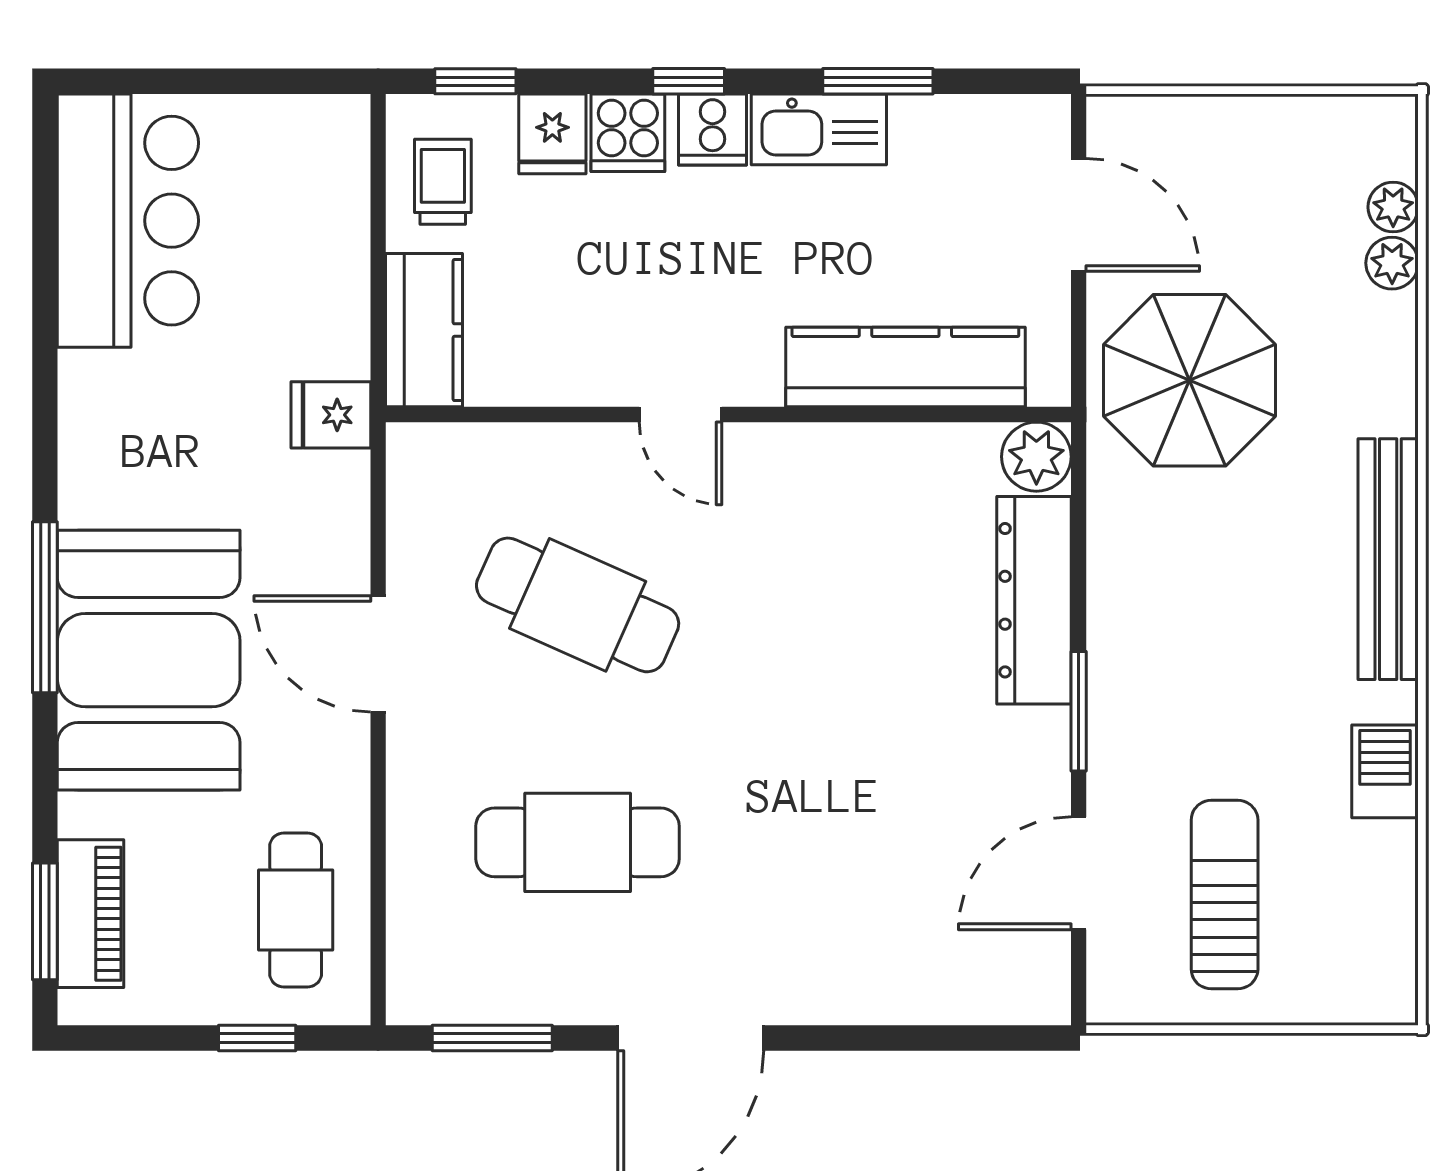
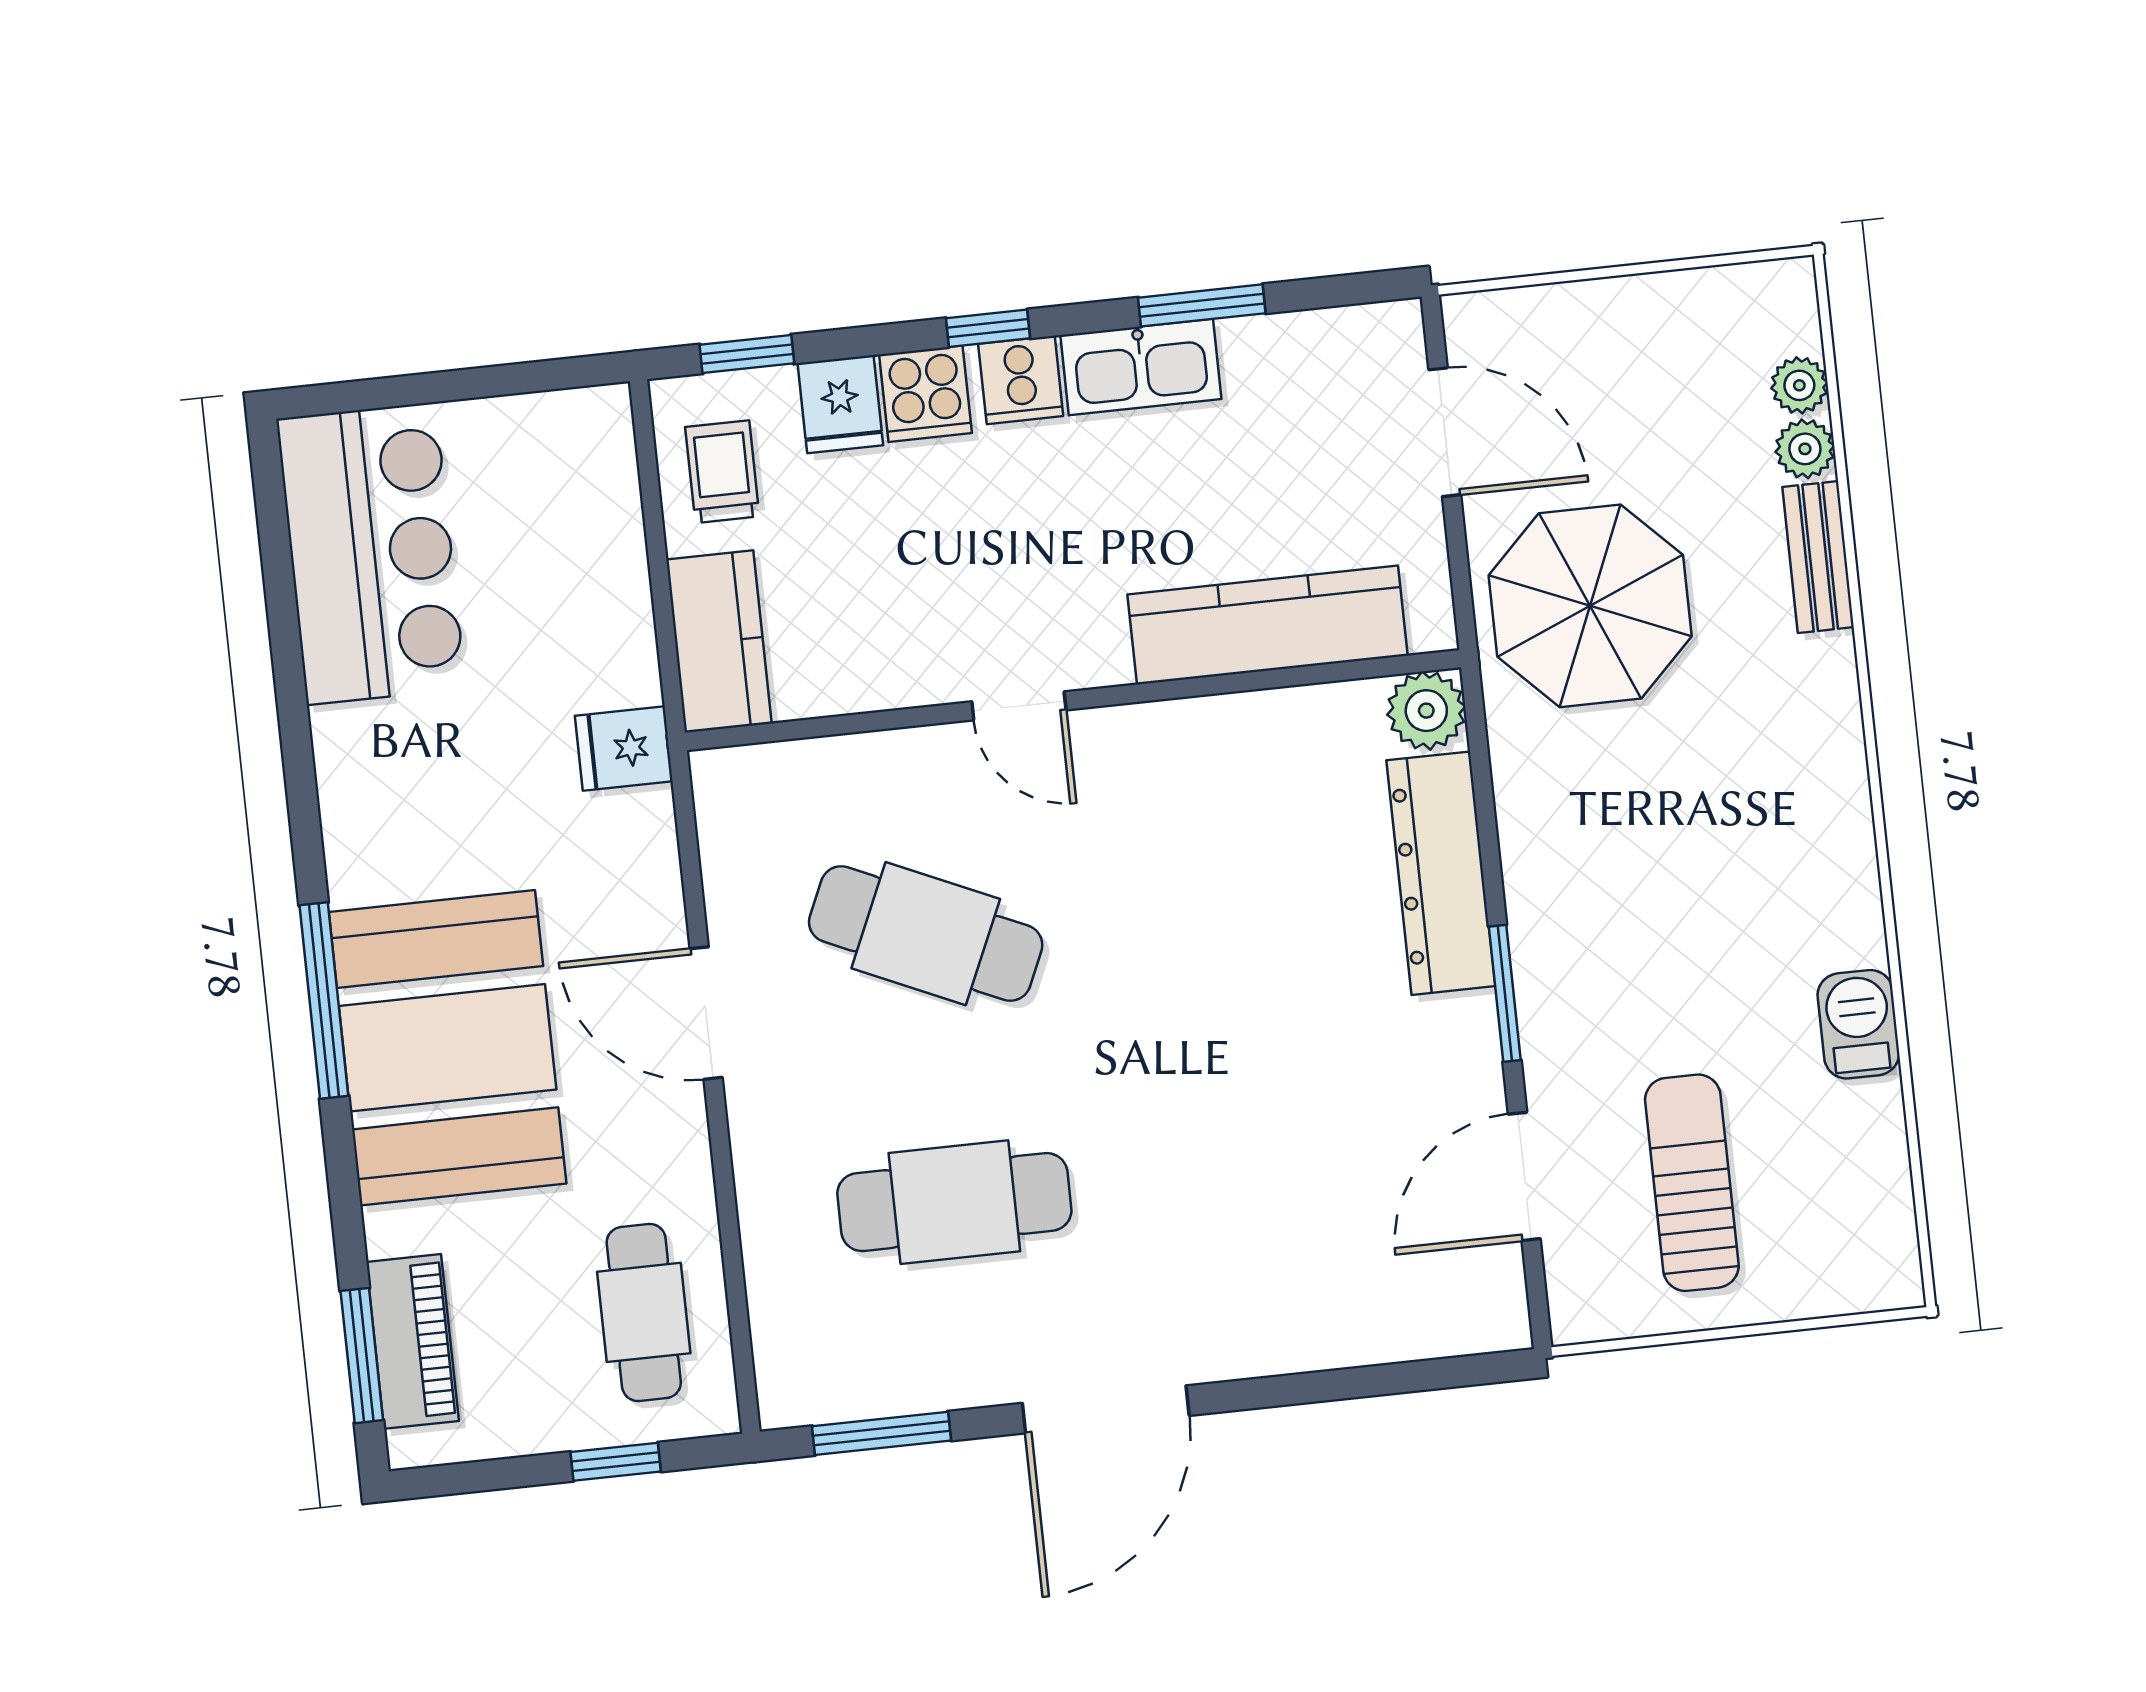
bench: (1388, 559) -> (1818, 557), moved, width x0.54, depth x0.82

